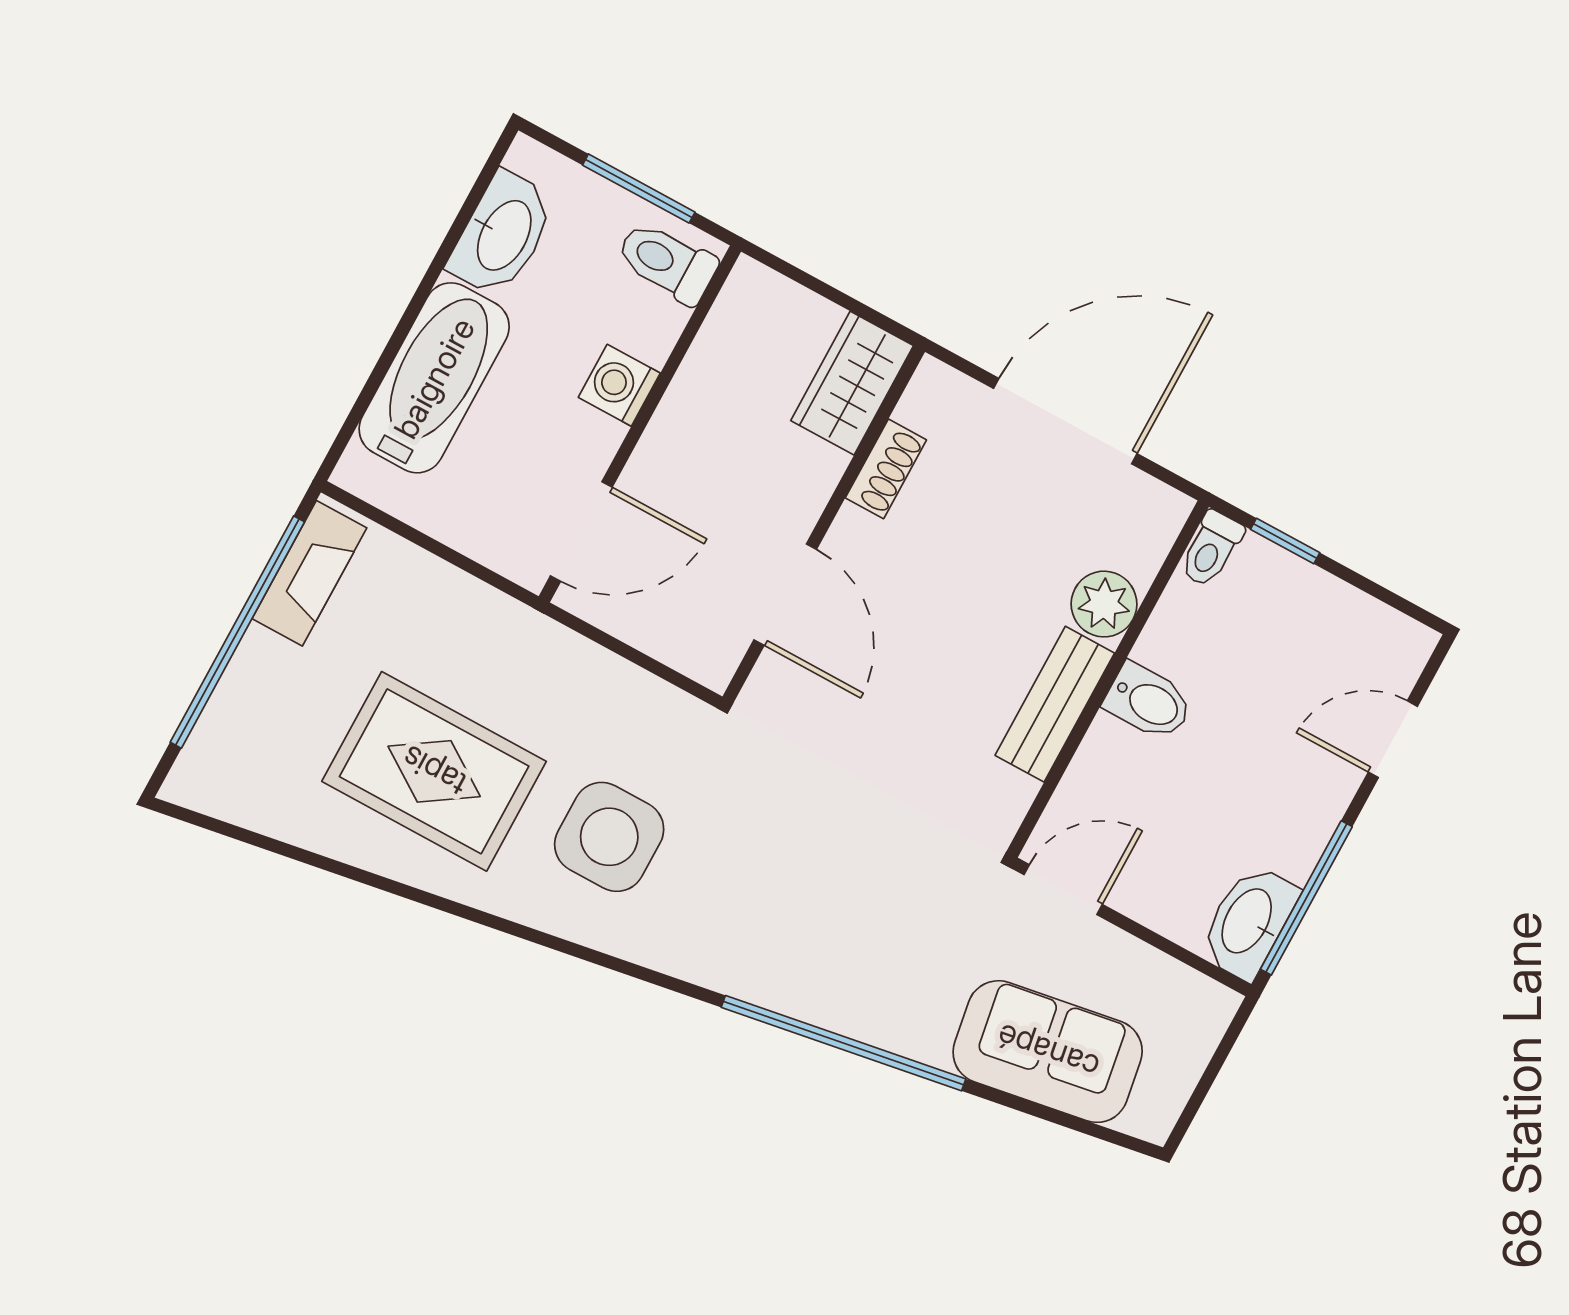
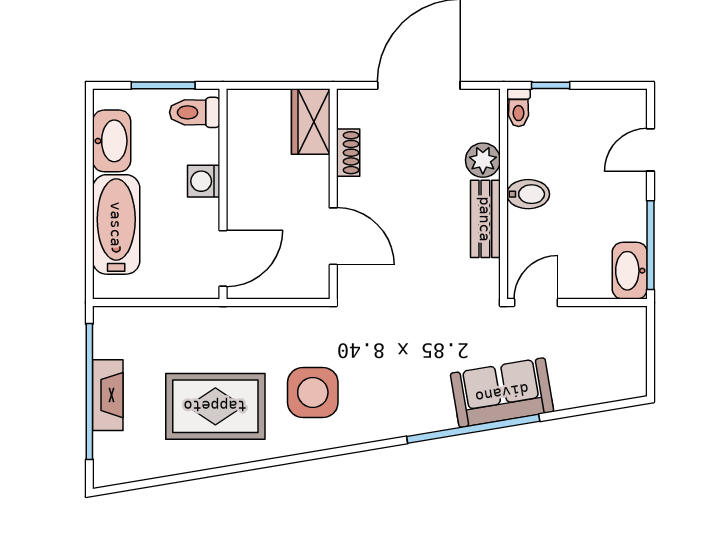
fireplace: (309, 573) -> (108, 395), moved
sofa: (1048, 1052) -> (502, 393), moved

